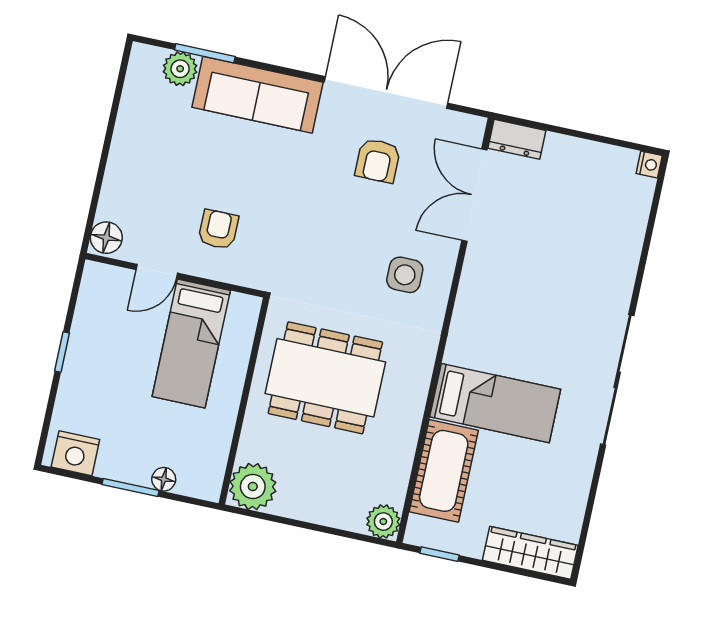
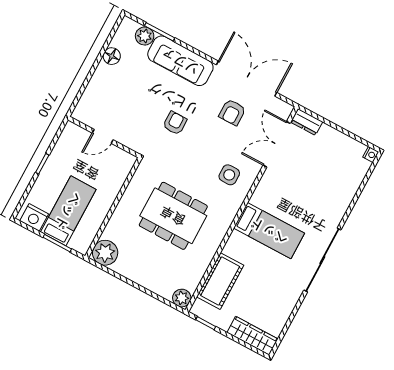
armchair: (218, 229) -> (175, 123), moved
floor lamp: (106, 238) -> (112, 56), moved
bed: (191, 344) -> (68, 211), moved, turned 180
wall: (244, 401) -> (113, 208), moved
bed: (495, 403) -> (269, 231), moved
floor lamp: (164, 479) -> (76, 244), removed
plant: (253, 487) -> (105, 253), moved

